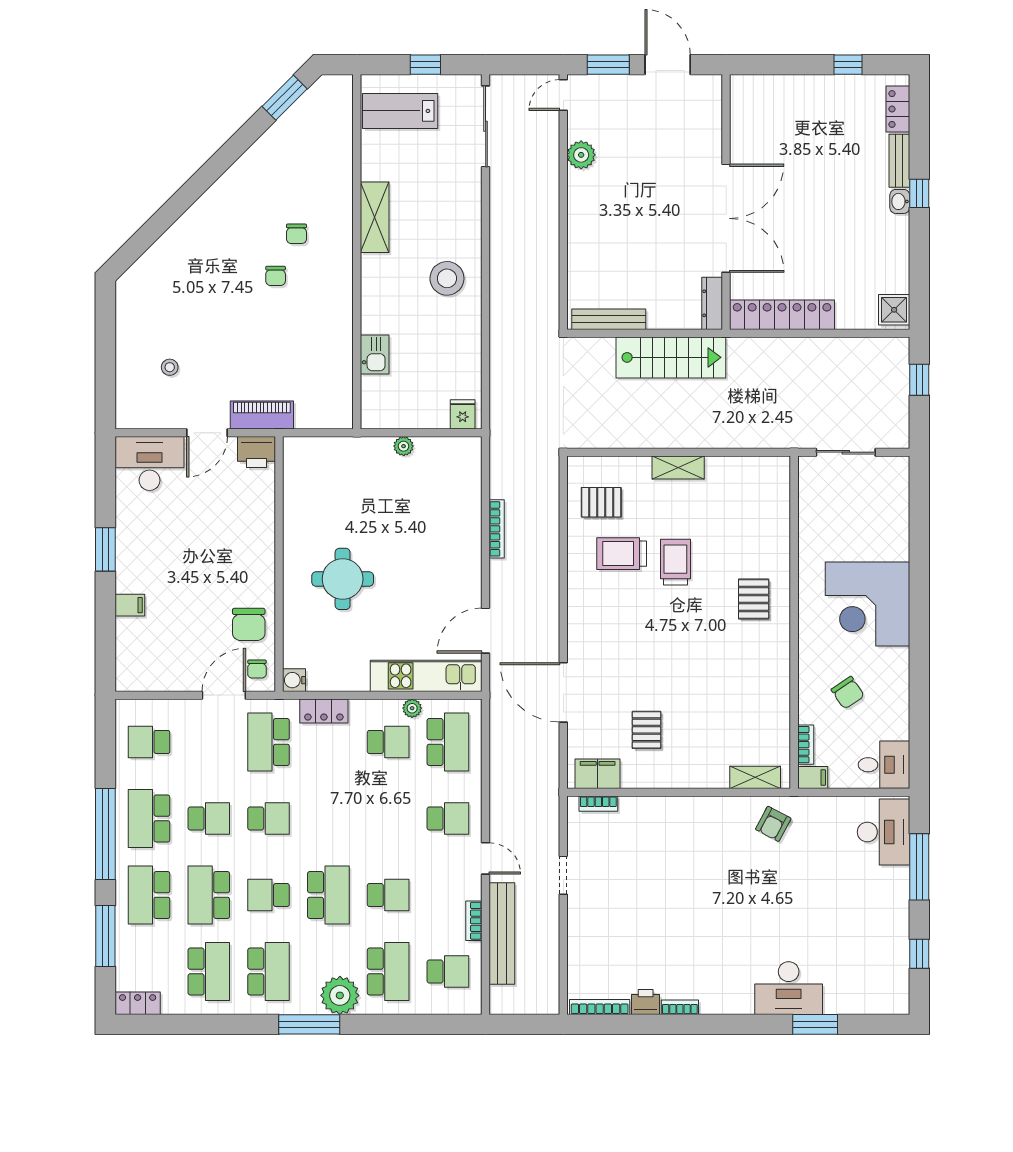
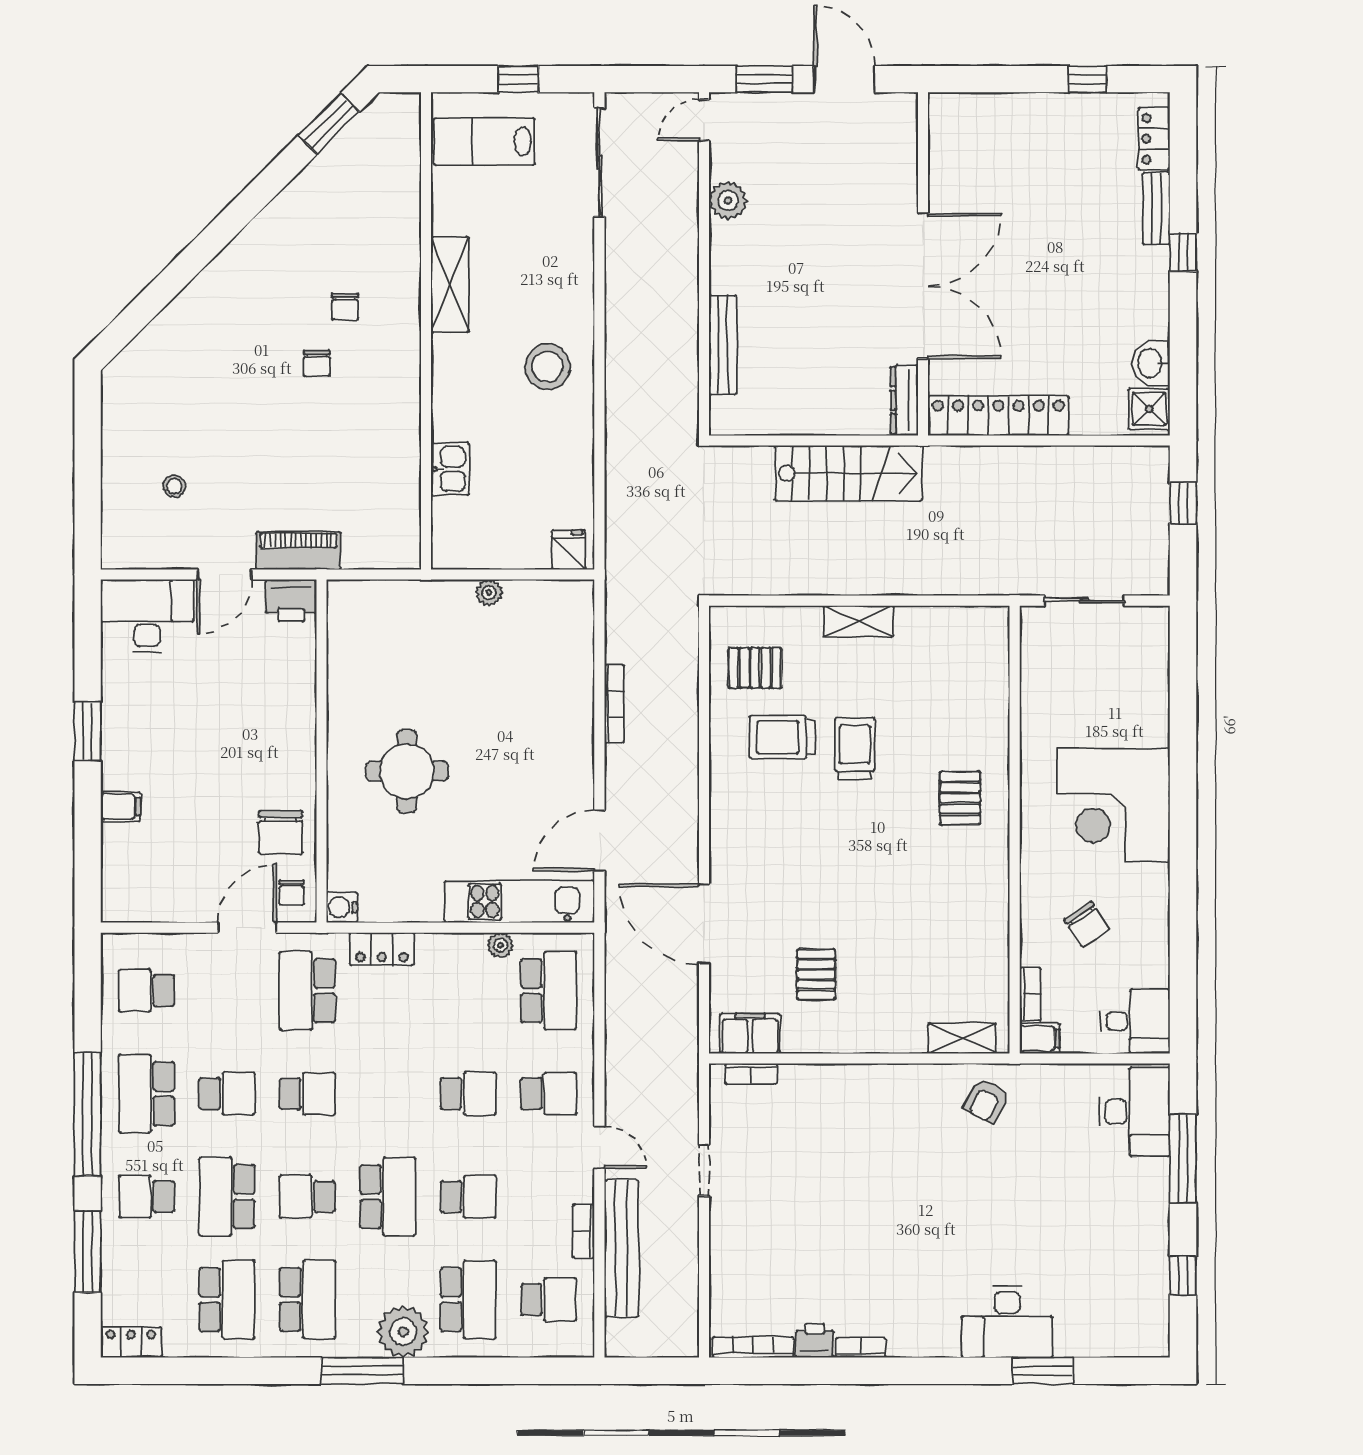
washbasin: (900, 201) -> (1151, 363), moved, width x1.38, depth x1.45
bench: (609, 319) -> (723, 345), moved, turned 90
school desk: (388, 742) -> (468, 1094), moved
school desk: (149, 895) -> (147, 1197), width x0.54

